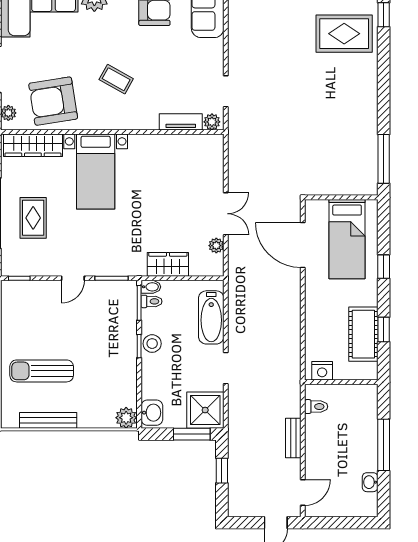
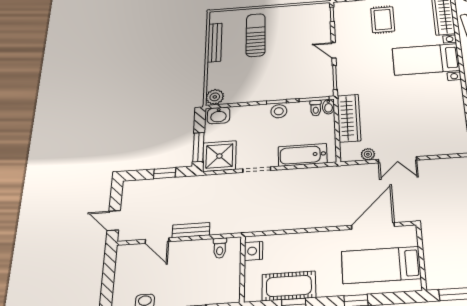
rug: (33, 218) -> (383, 20), turned 90
wardrobe: (168, 264) -> (349, 118), width x1.50
door: (303, 493) -> (157, 241), moved

